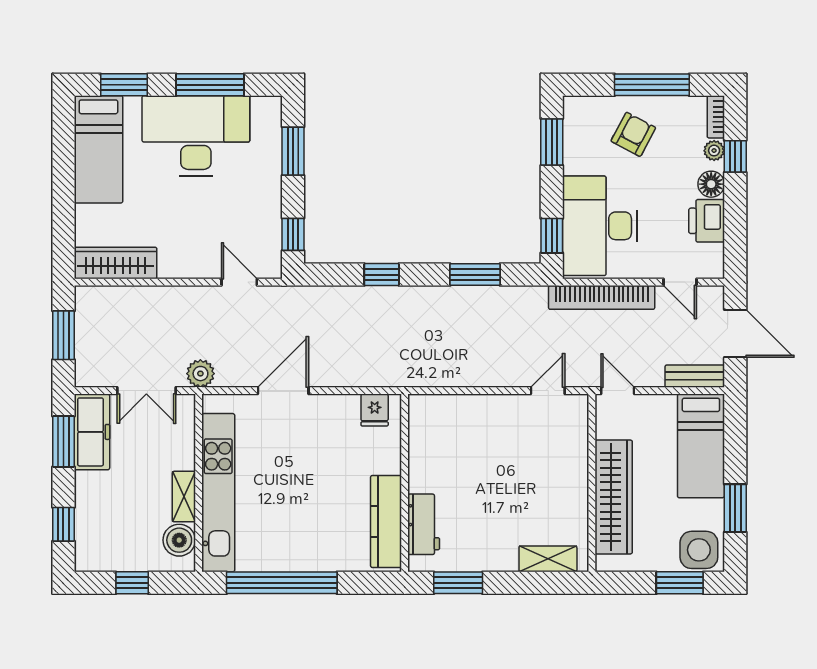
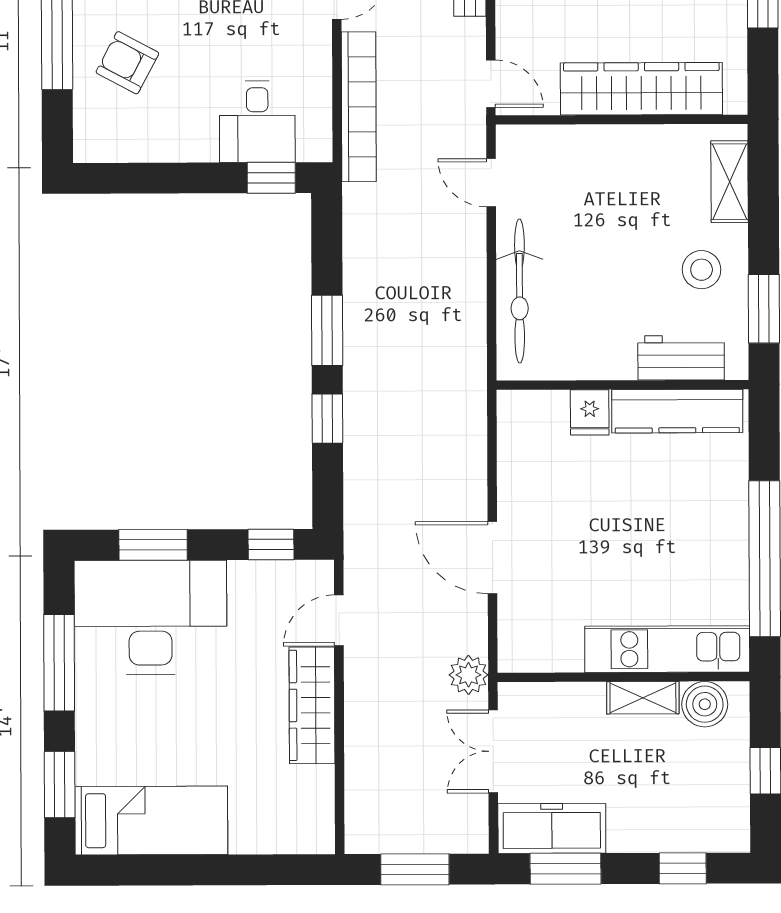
desk: (196, 136) -> (150, 617), moved, turned 90
window: (552, 142) -> (139, 178), removed
desk: (600, 226) -> (257, 122), width x0.53, depth x0.77
wardrobe: (115, 263) -> (312, 705), moved
window: (475, 275) -> (327, 330), moved
double door: (146, 391) -> (493, 751), swing flipped
door: (618, 391) -> (491, 84), swing flipped
fridge: (375, 410) -> (590, 412), moved, turned 90
bicycle: (471, 410) -> (520, 291), added
kitchen unit: (218, 493) -> (667, 649), width x0.73
stool: (486, 539) -> (702, 270), added

